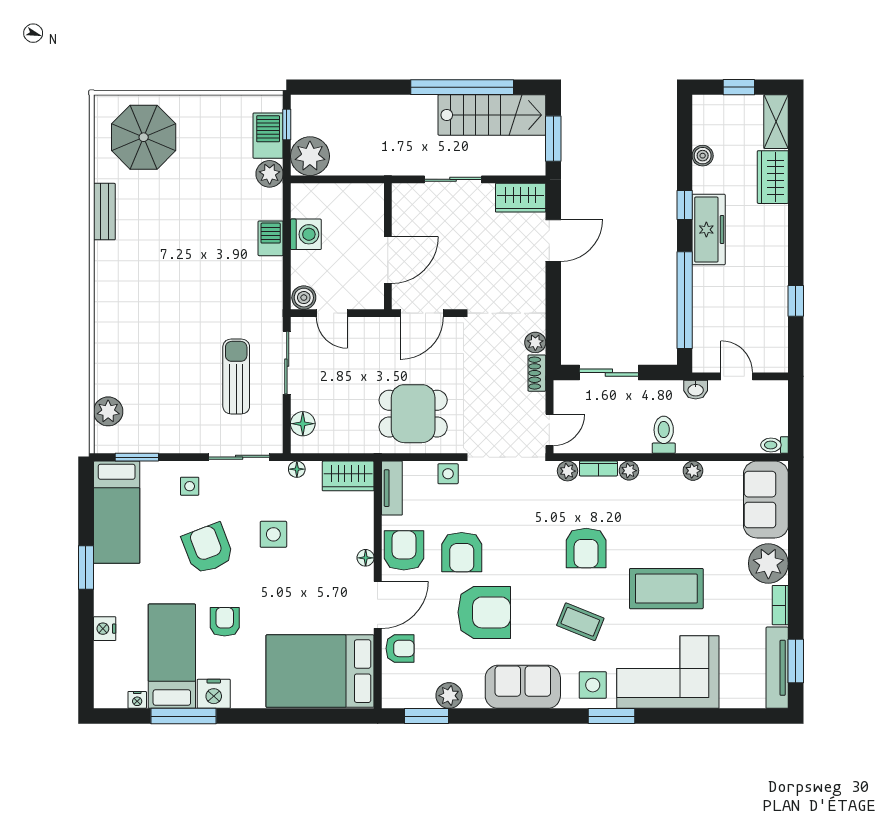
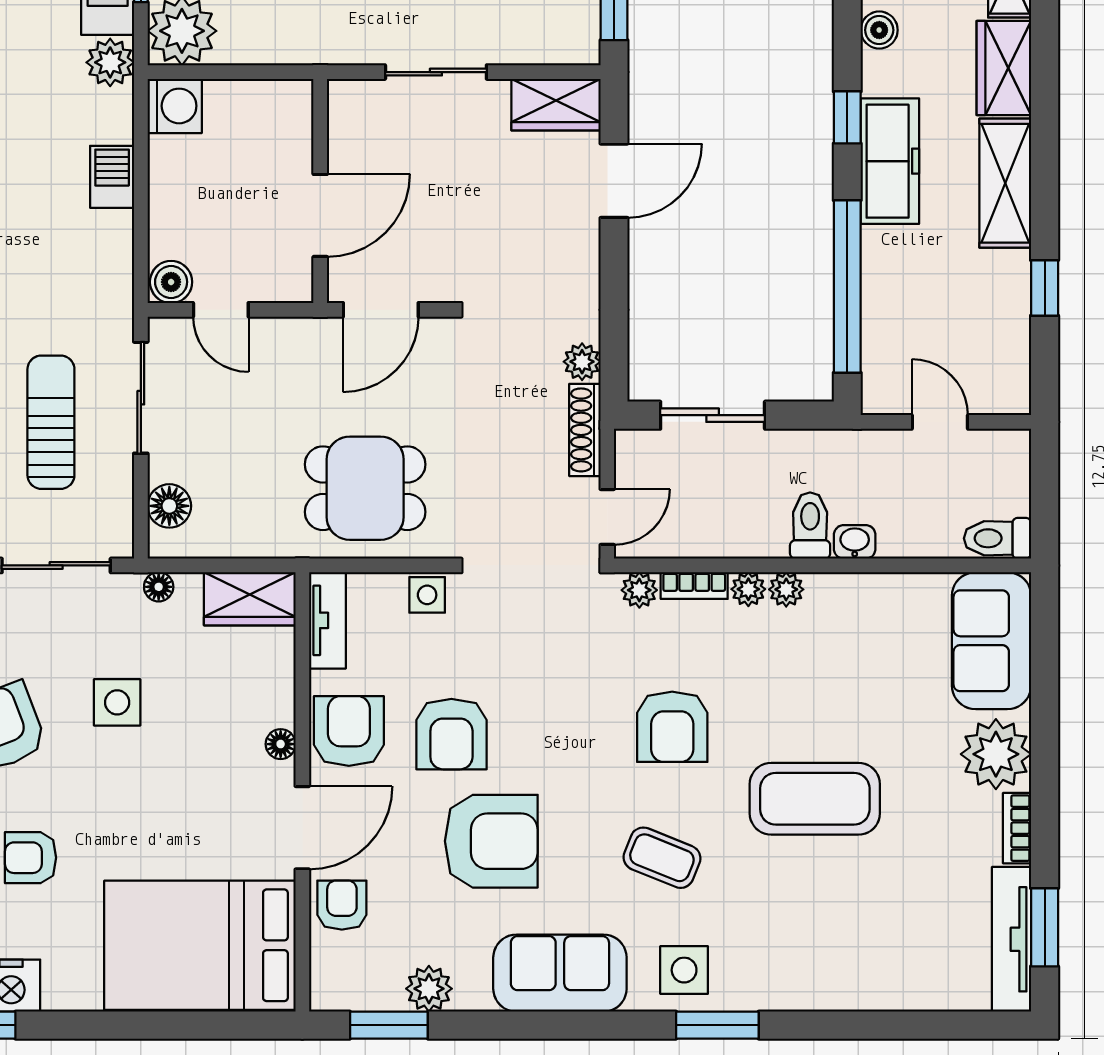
washing machine: (306, 234) -> (175, 106), moved
shelving: (774, 242) -> (1005, 183), added
shoe rack: (537, 373) -> (585, 430), width x1.43
washbasin: (696, 390) -> (855, 542), moved, turned 180
toilet: (775, 445) -> (997, 538), width x1.37, depth x1.39
plant: (693, 471) -> (786, 589), moved
armchair: (225, 622) -> (31, 858), turned -90
armchair: (400, 648) -> (342, 905), turned -90
corner sofa: (668, 672) -> (818, 947), removed

